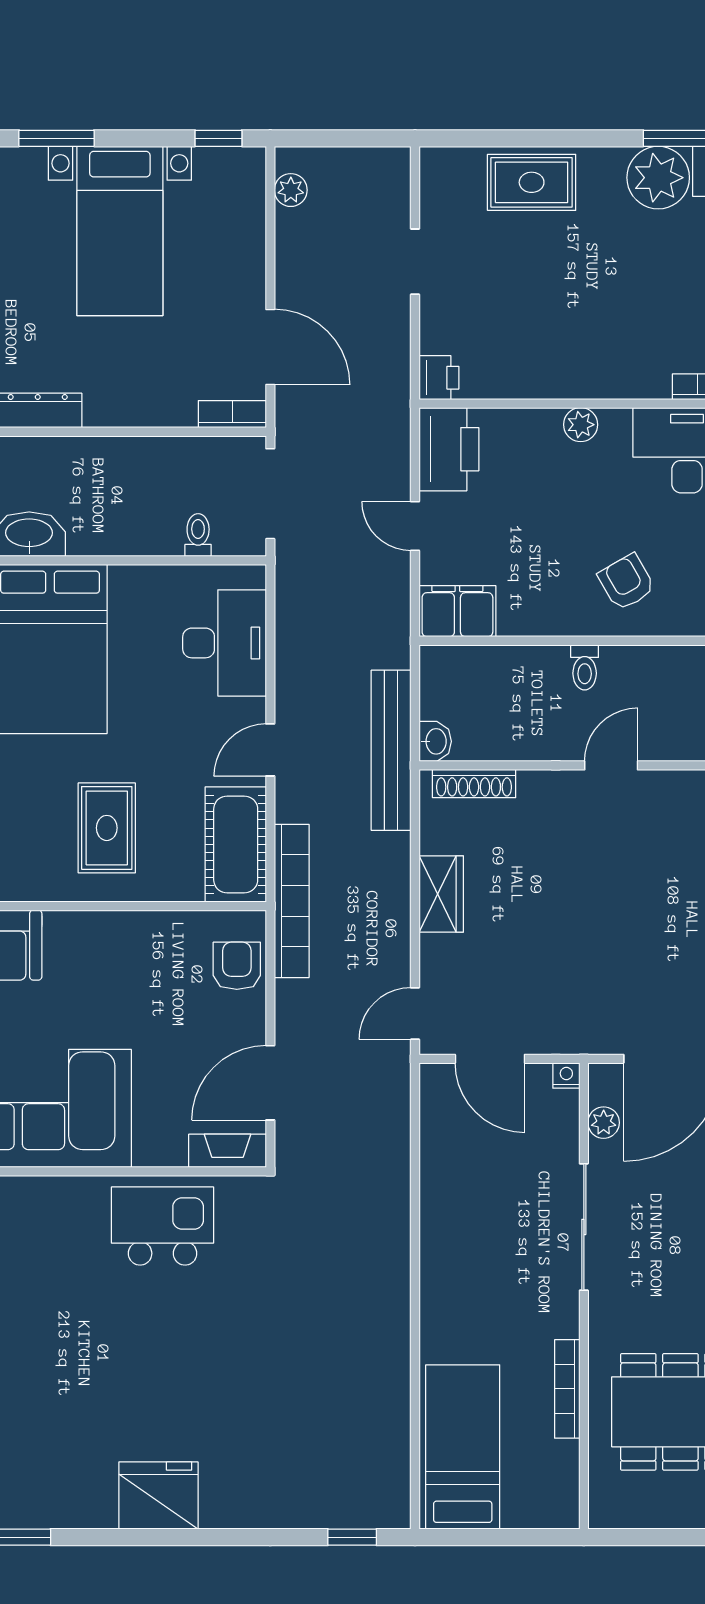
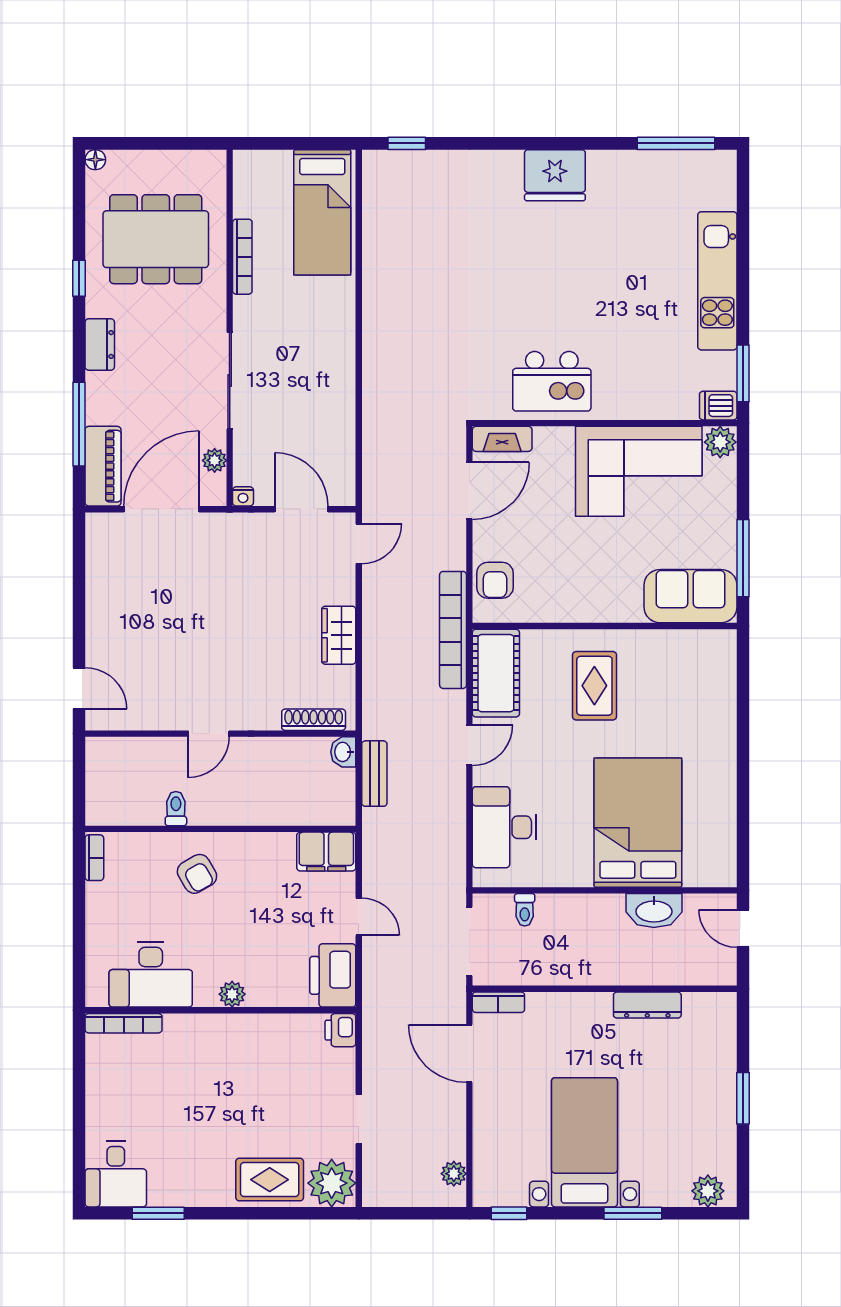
plant: (658, 178) -> (332, 1183), moved
toilet: (585, 667) -> (176, 809), moved
bench: (391, 750) -> (374, 774), width x0.54, depth x0.82

